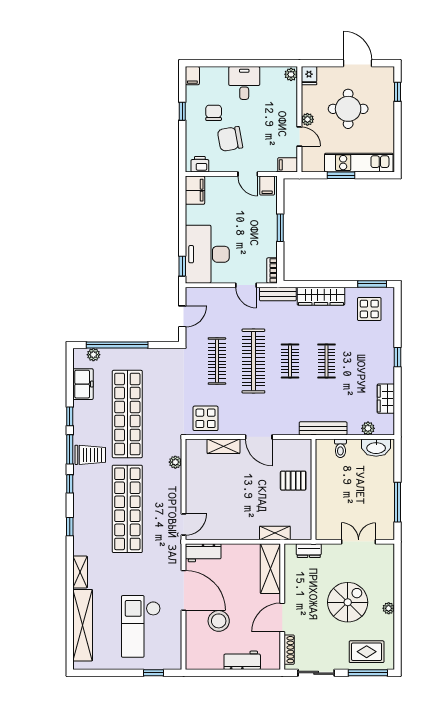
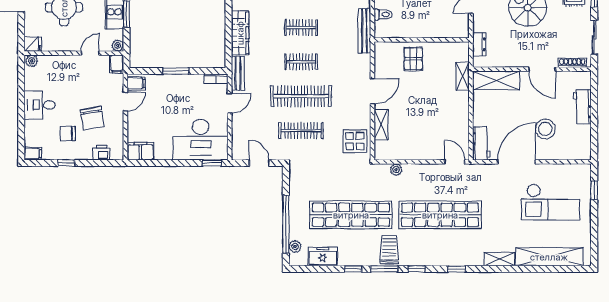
plant: (307, 119) -> (118, 45), moved
printer: (200, 164) -> (101, 153), moved, turned 90

